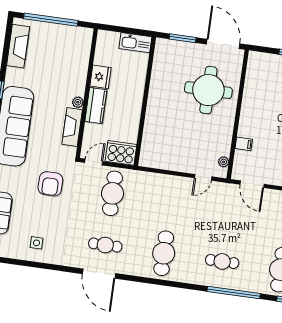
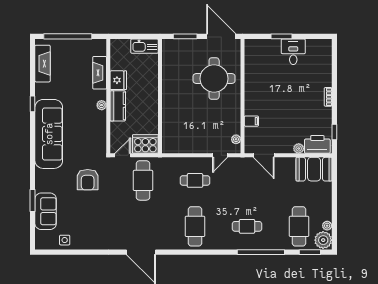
fireplace: (72, 127) -> (100, 73), moved
side table: (36, 243) -> (65, 240), moved
cafe table: (105, 245) -> (195, 180), moved

